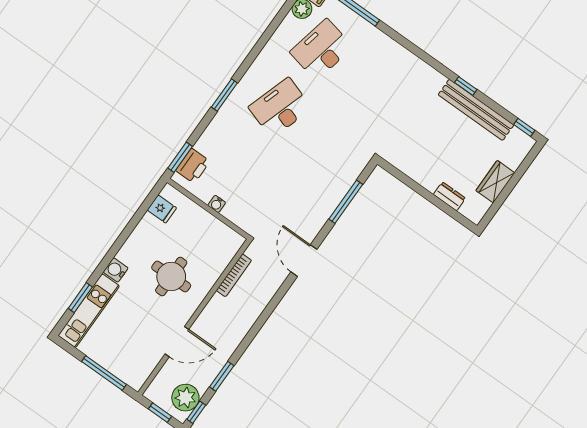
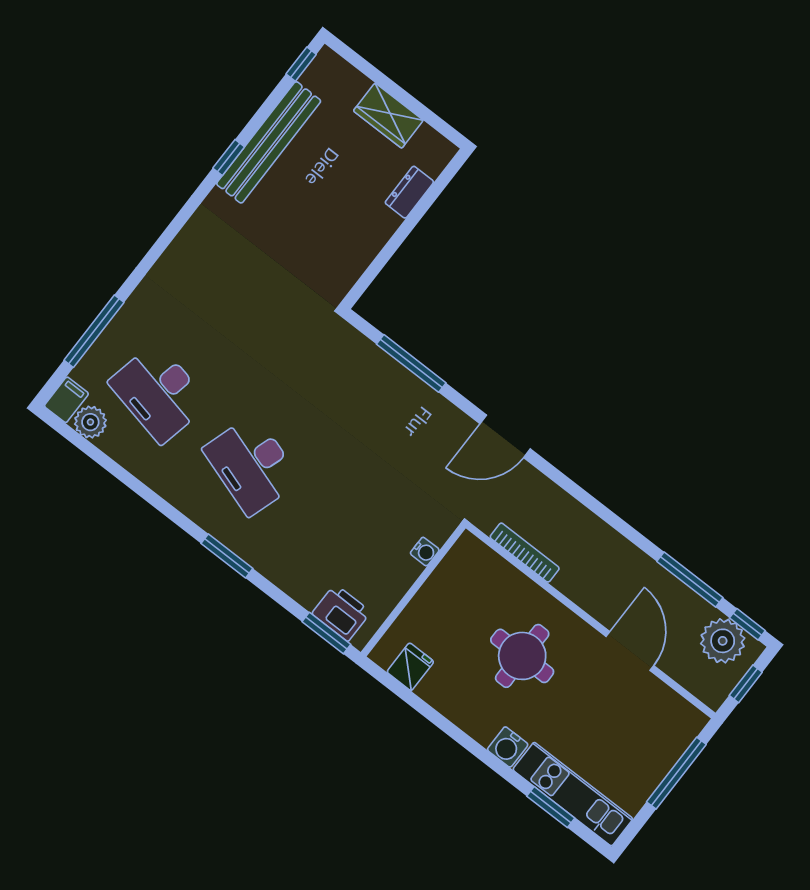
water cooler: (217, 204) -> (425, 552), moved
window: (222, 376) -> (690, 580), width x1.44

